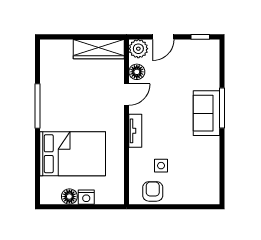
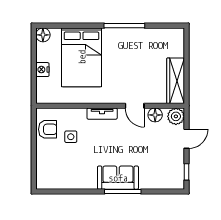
door: (163, 37) -> (187, 139), swing flipped
floor lamp: (69, 197) -> (43, 35), moved

